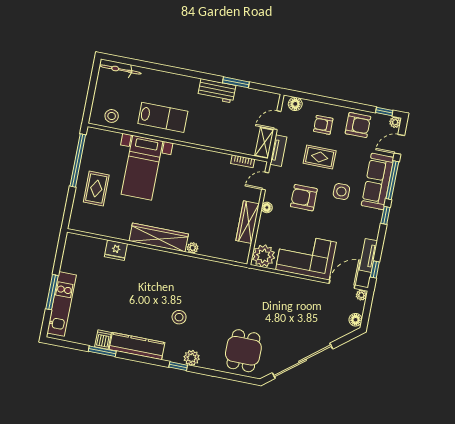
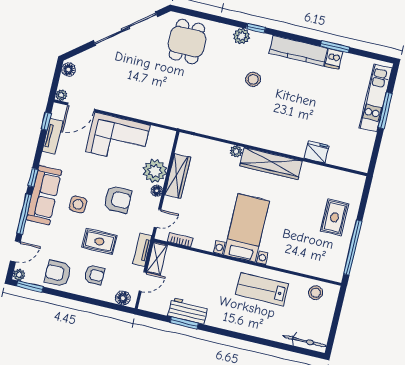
workbench: (217, 91) -> (188, 311), moved
window: (384, 111) -> (30, 286), width x1.50
bed with nightstands: (142, 168) -> (247, 228), moved
sofa: (378, 181) -> (44, 195), moved
plant: (264, 256) -> (155, 171), moved

